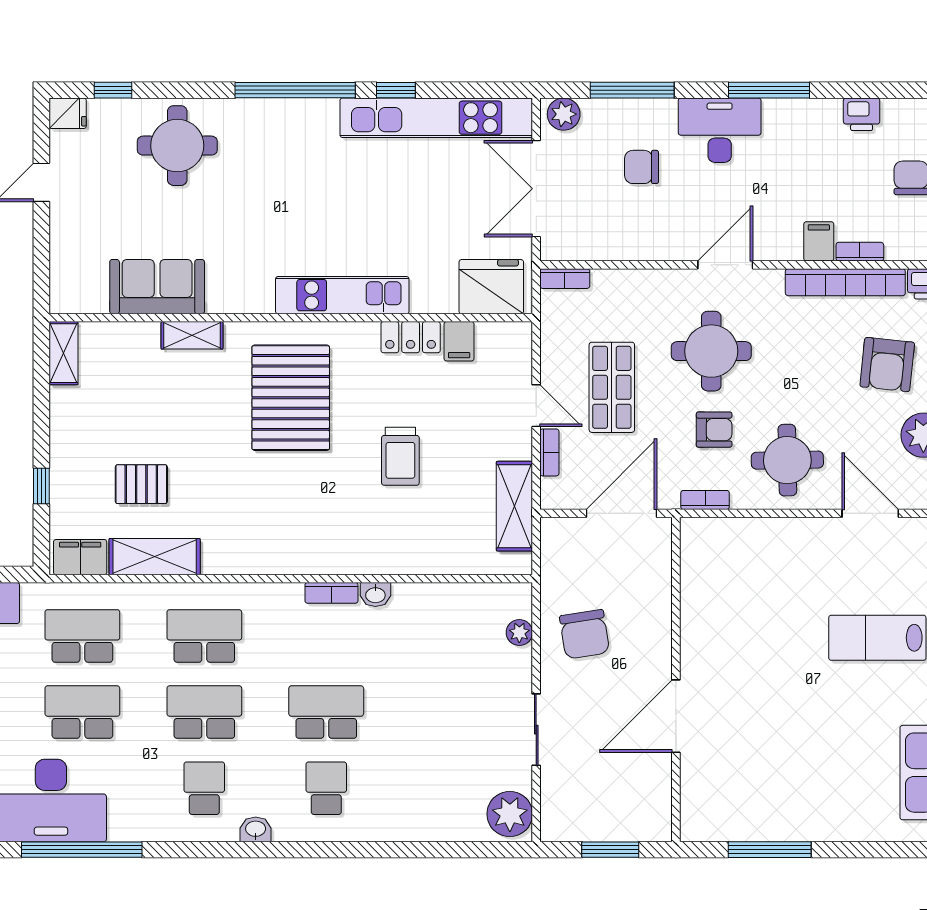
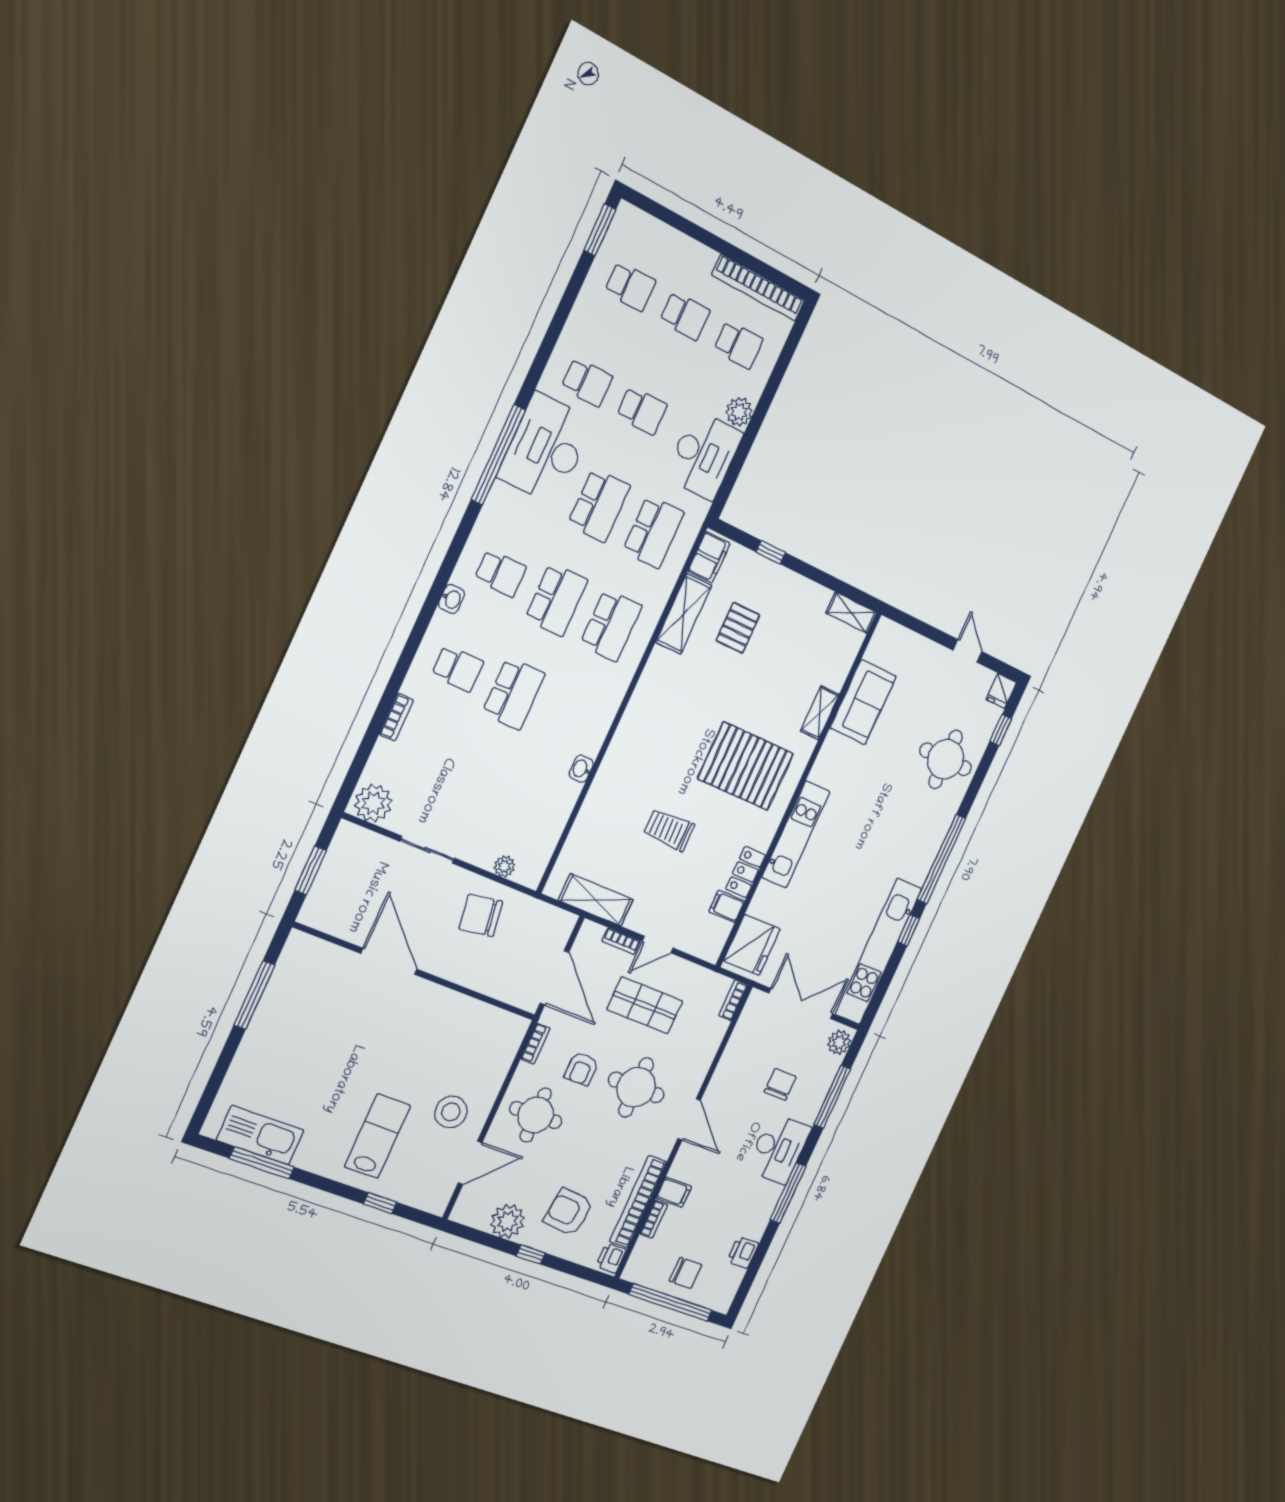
stool: (820, 564) -> (451, 1112), added
bookcase: (331, 593) -> (396, 717), moved, turned 180

